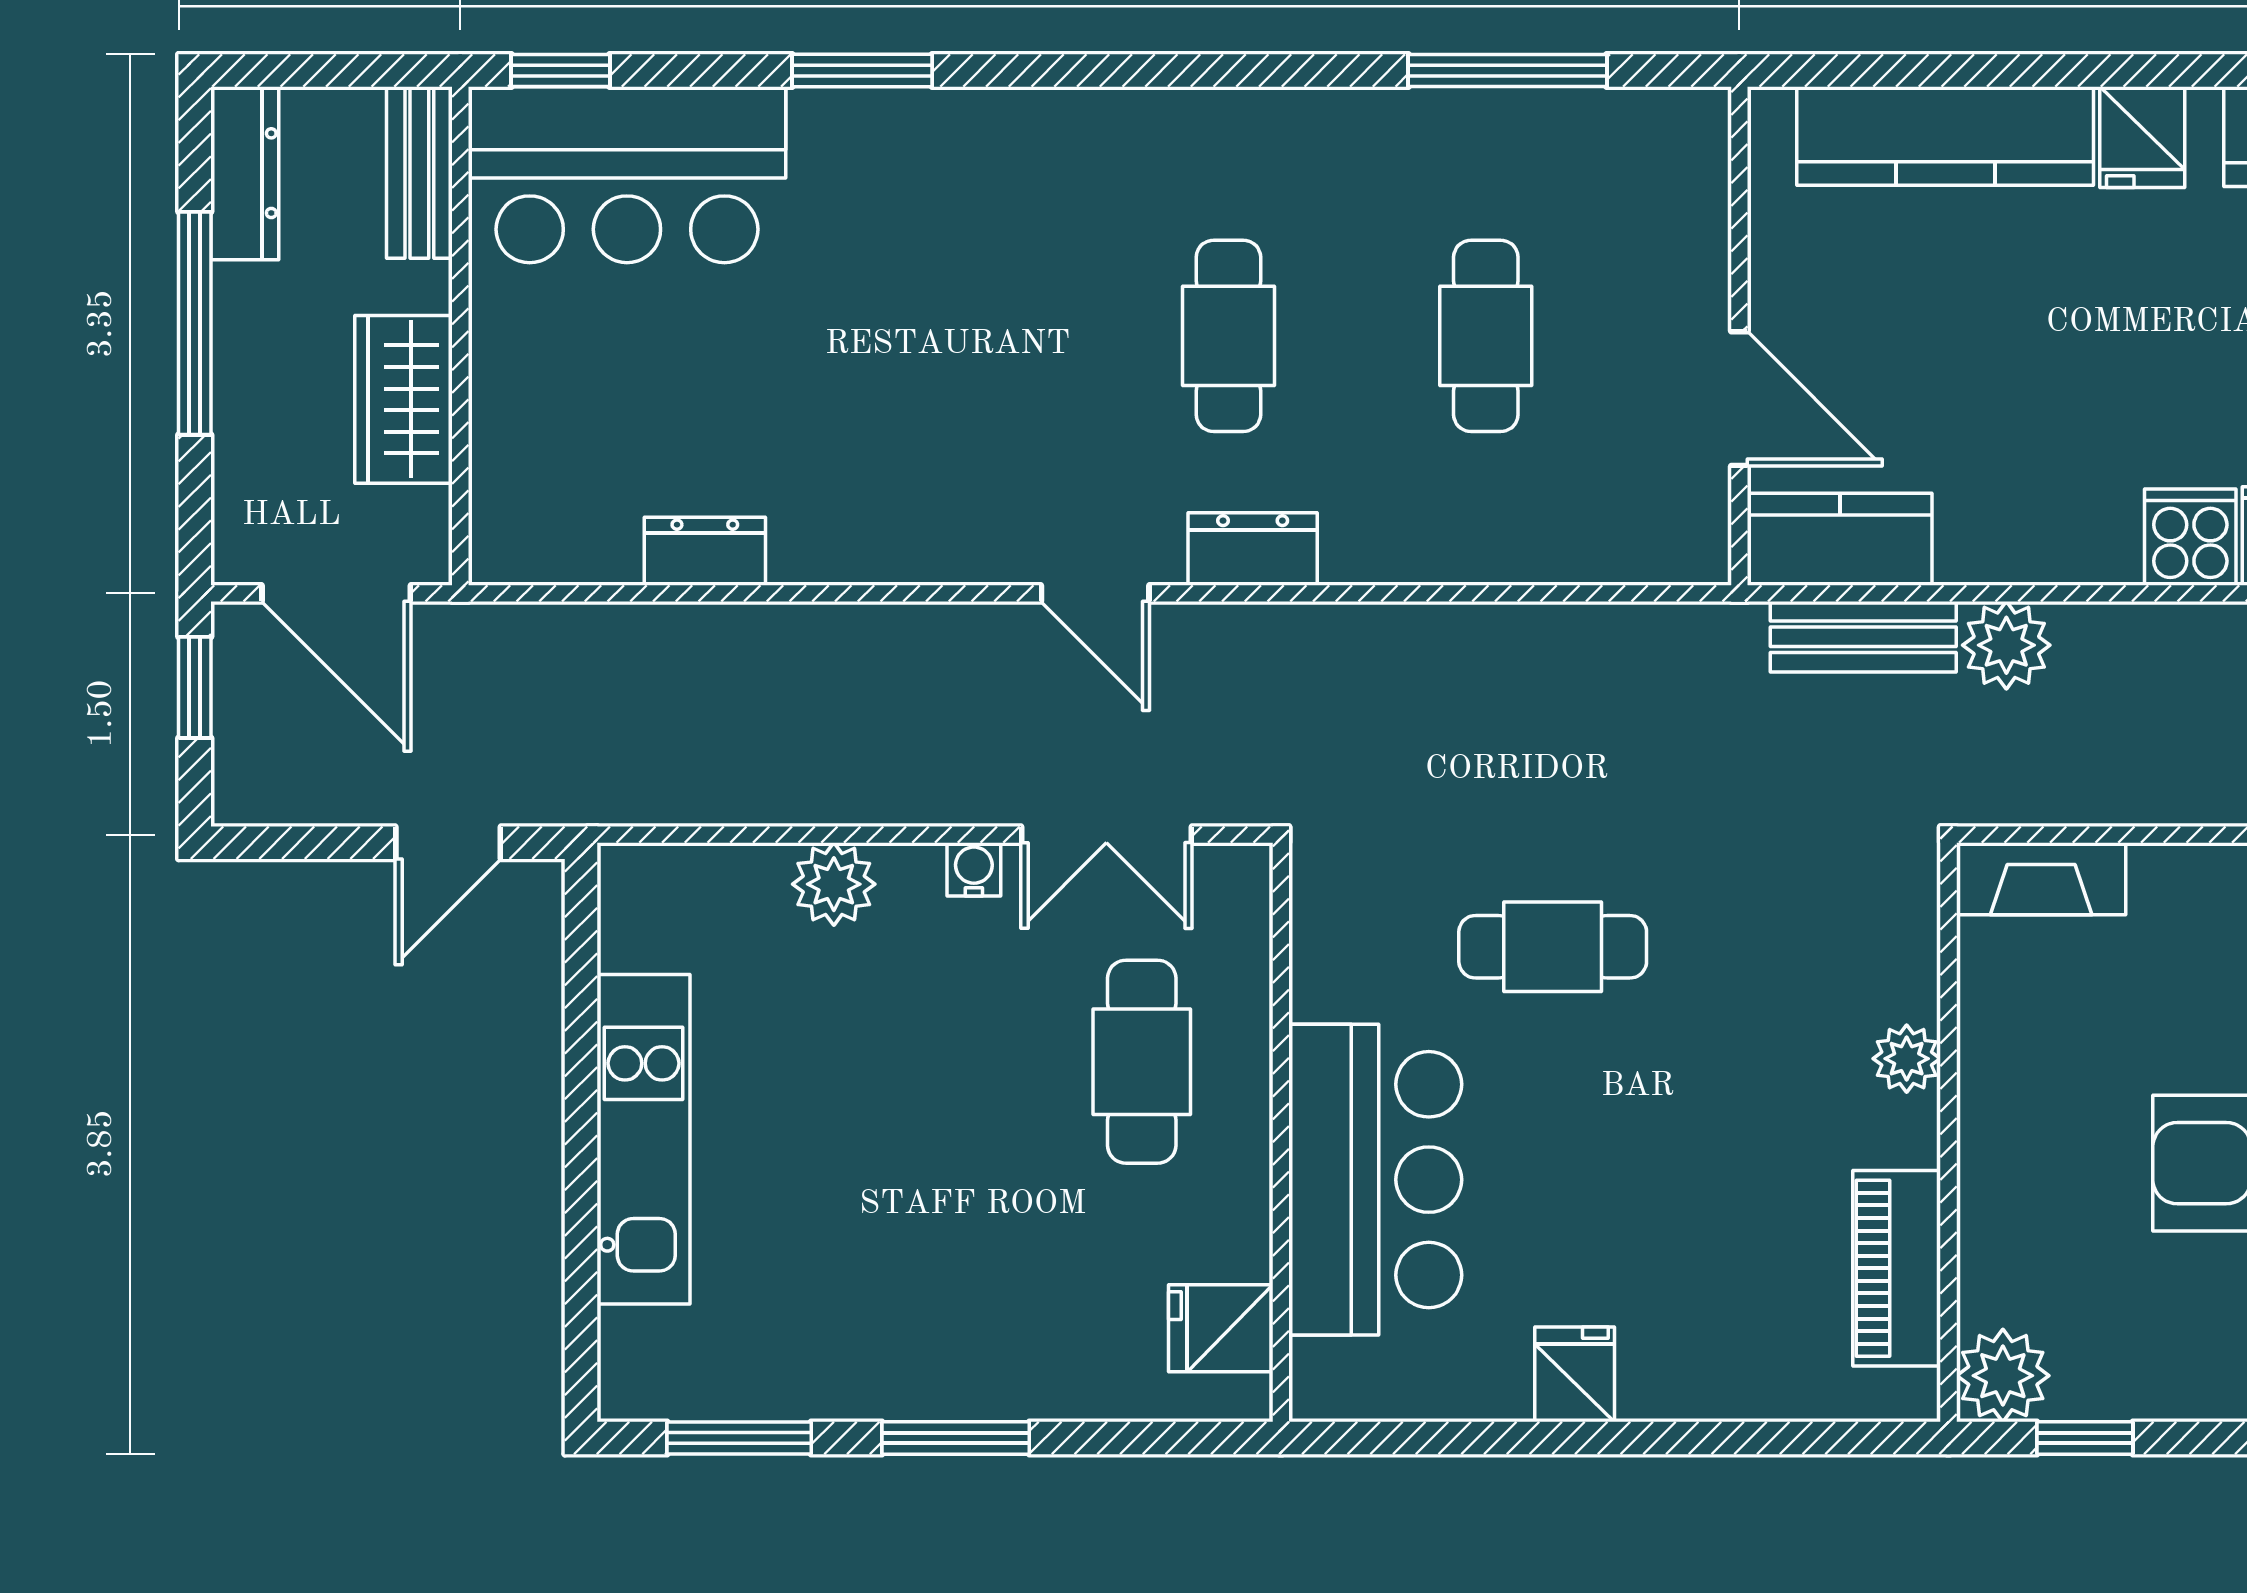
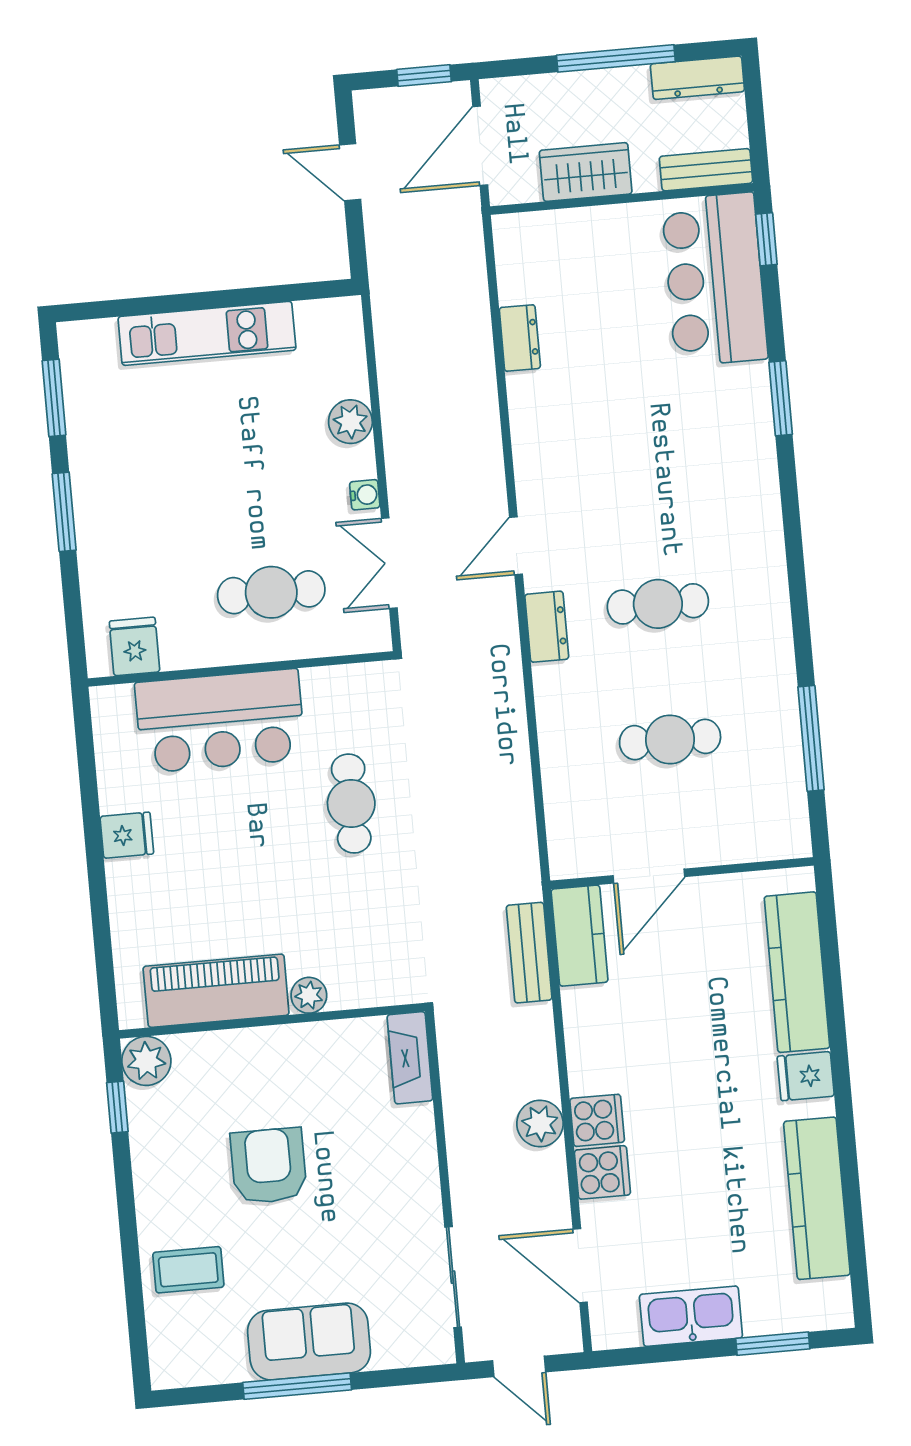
plant: (2006, 645) -> (540, 1123), moved
door: (448, 843) -> (350, 172), moved
piano: (1897, 1268) -> (216, 991), width x1.37, depth x1.33

